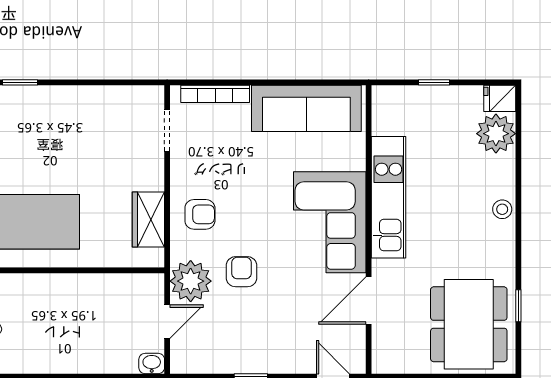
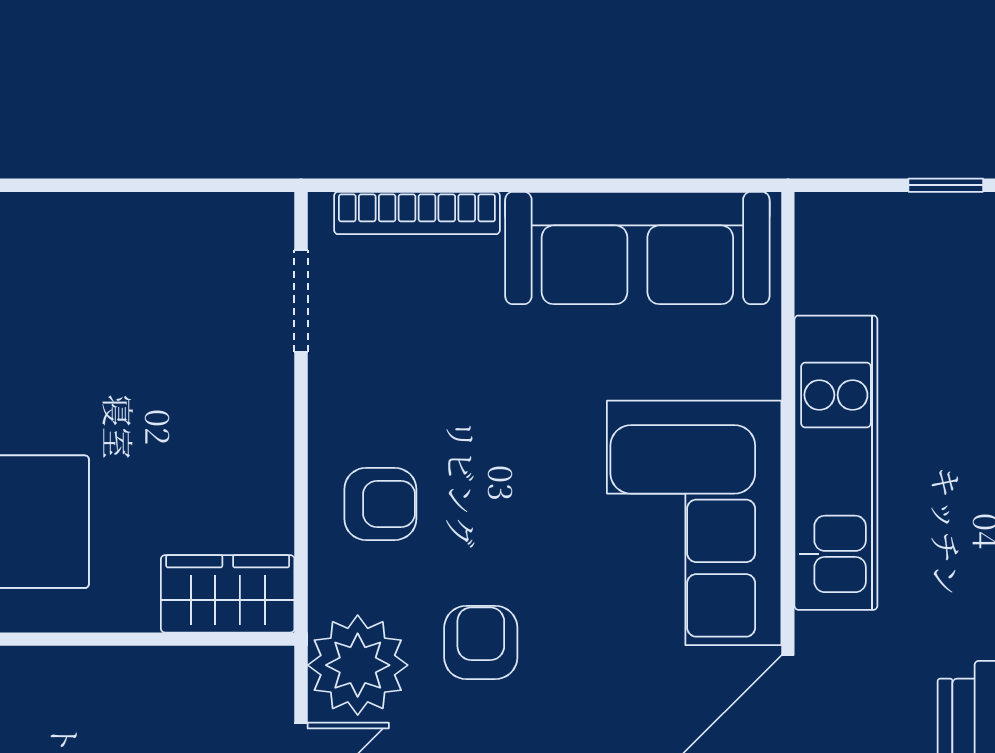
wardrobe: (148, 219) -> (228, 594), moved, turned 90

